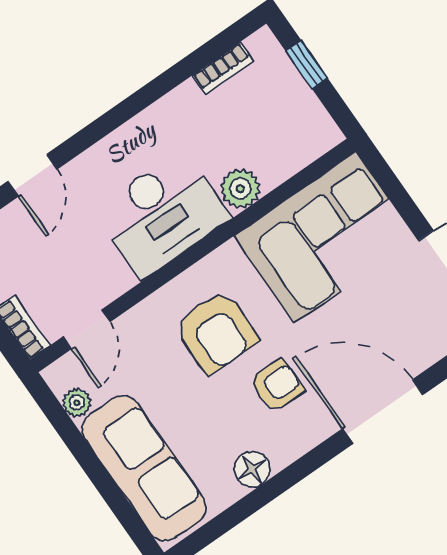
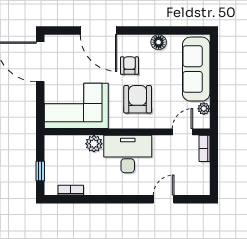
armchair: (277, 386) -> (129, 66), turned 90

